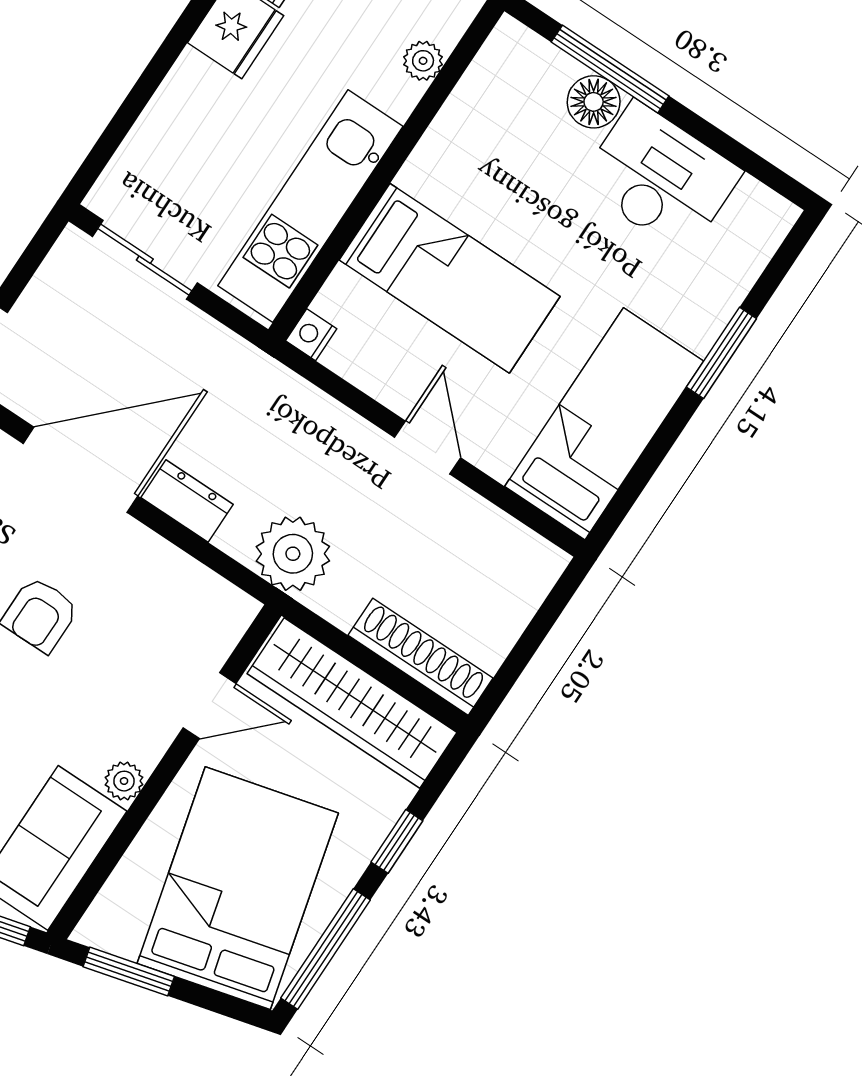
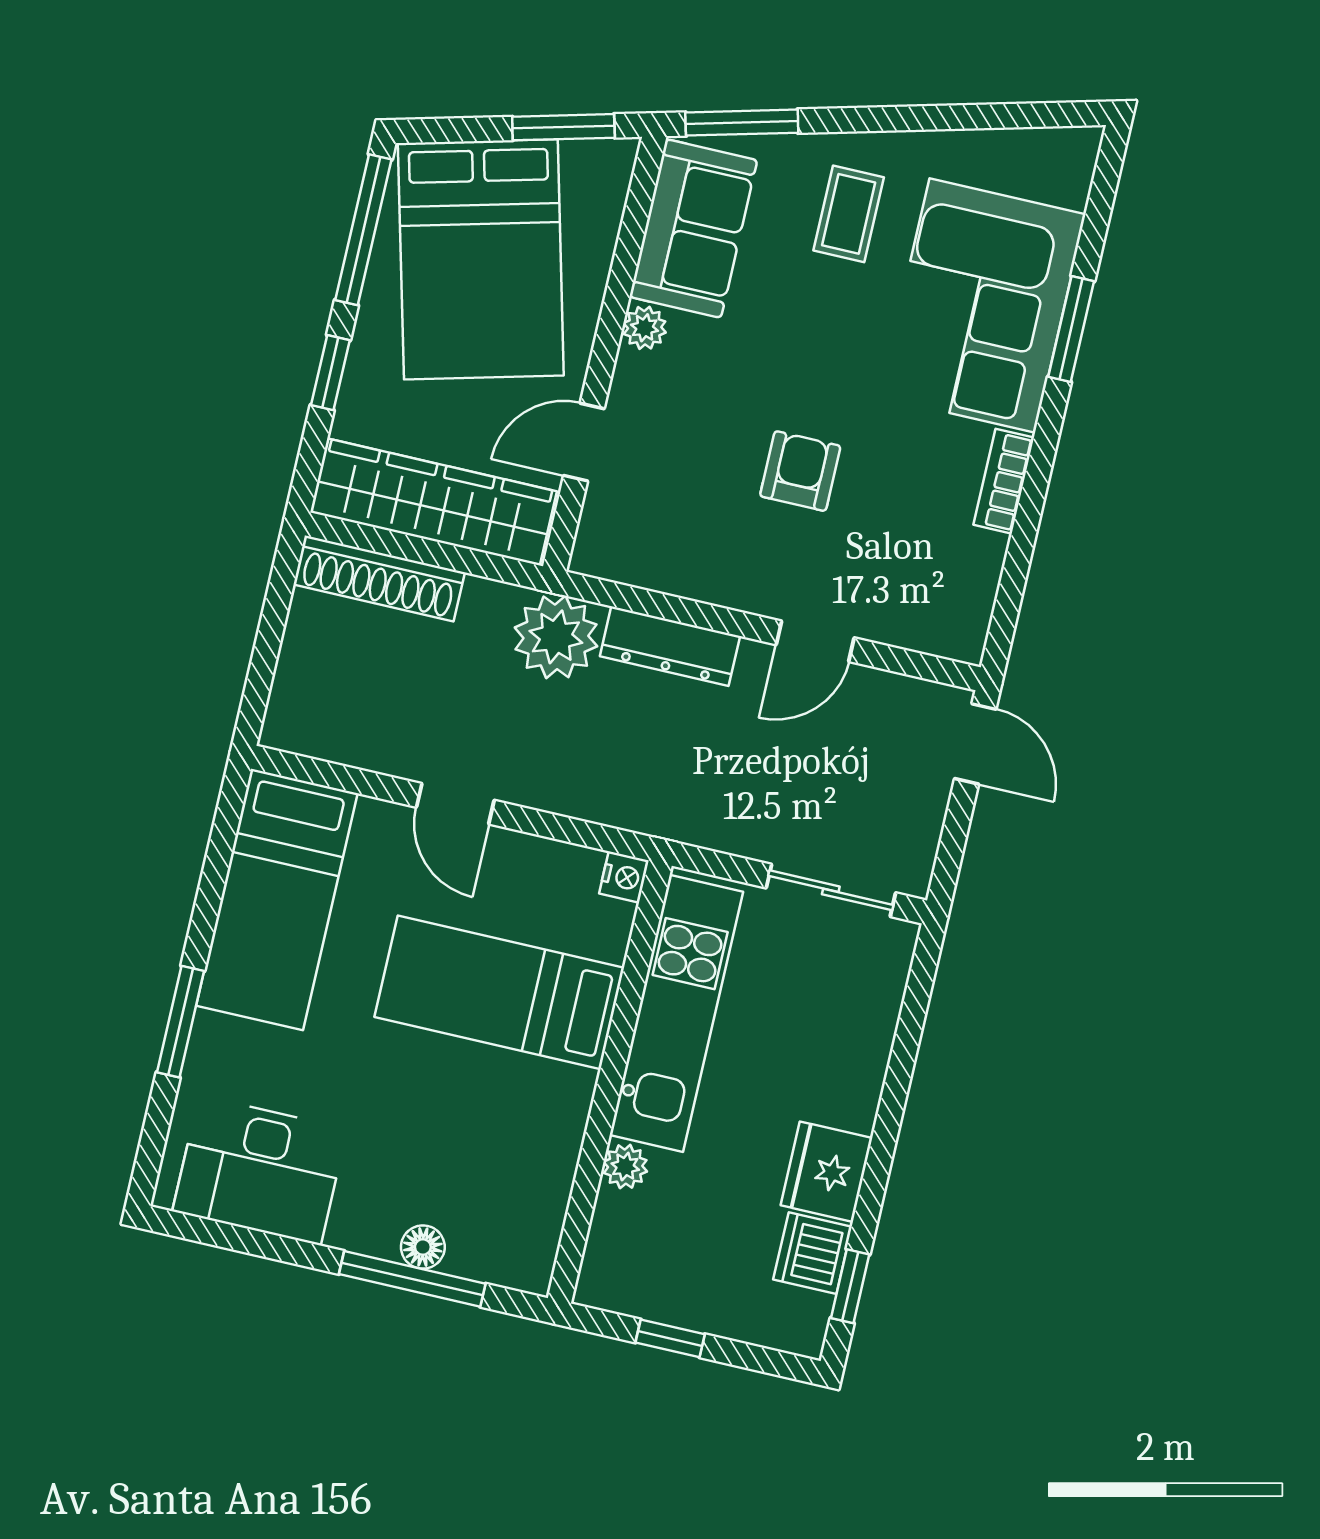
plant: (423, 61) -> (625, 1167), moved
floor lamp: (594, 102) -> (423, 1247), width x0.73, depth x0.73
desk: (660, 178) -> (260, 1170), moved
door: (80, 470) -> (815, 641), width x0.53
dresser: (187, 501) -> (670, 646), width x1.44

